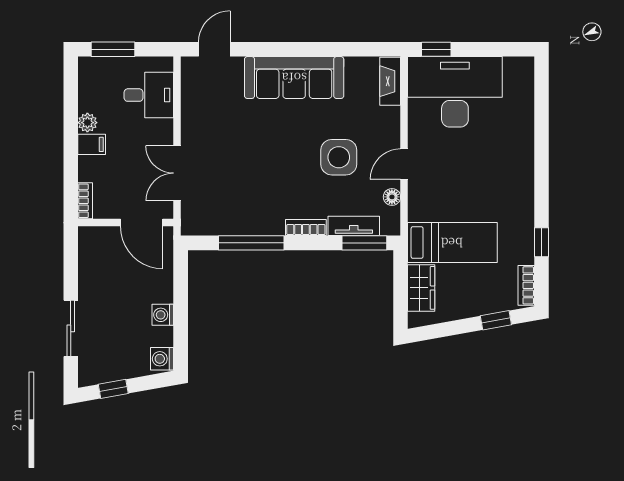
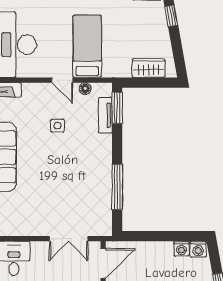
side table: (339, 157) -> (57, 126), width x0.54, depth x0.54
bookcase: (306, 228) -> (107, 149), removed
bed: (452, 243) -> (87, 46), moved
washing machine: (163, 315) -> (181, 249), moved

